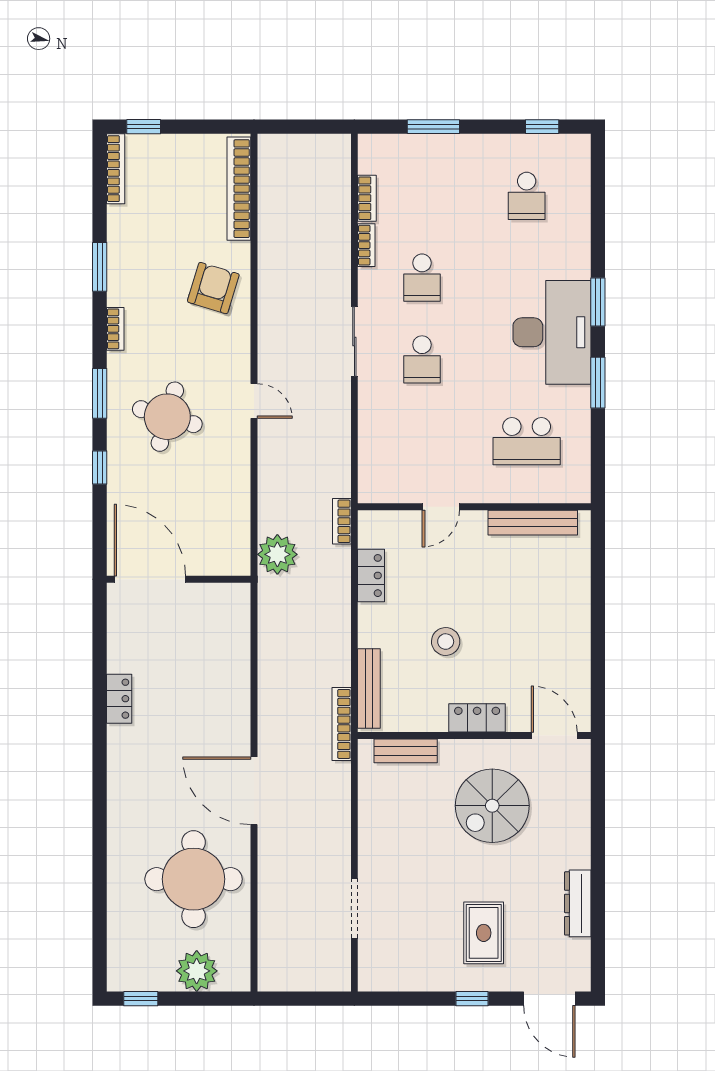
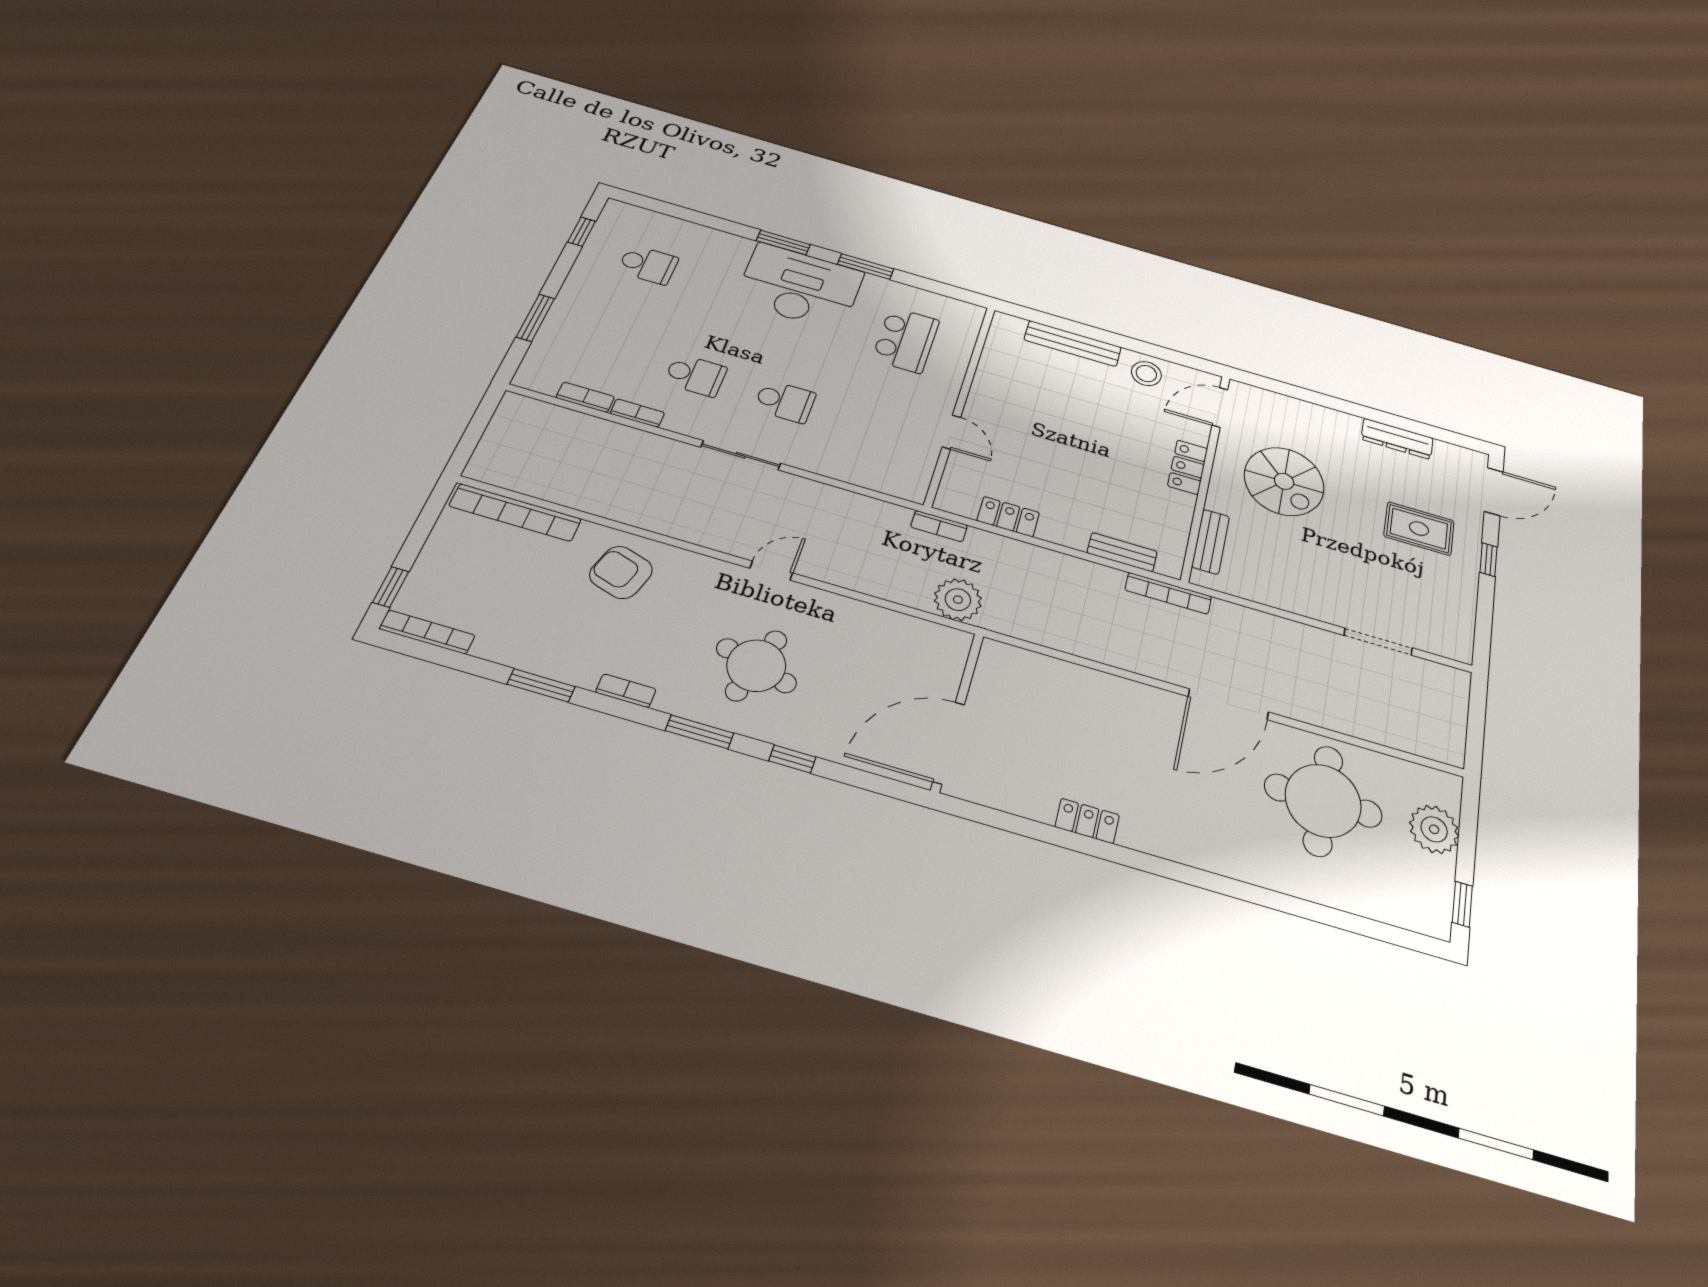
bench: (533, 523) -> (1073, 343), moved, turned 90
stool: (446, 642) -> (1146, 374), moved
bench: (369, 689) -> (1122, 552), width x0.73

